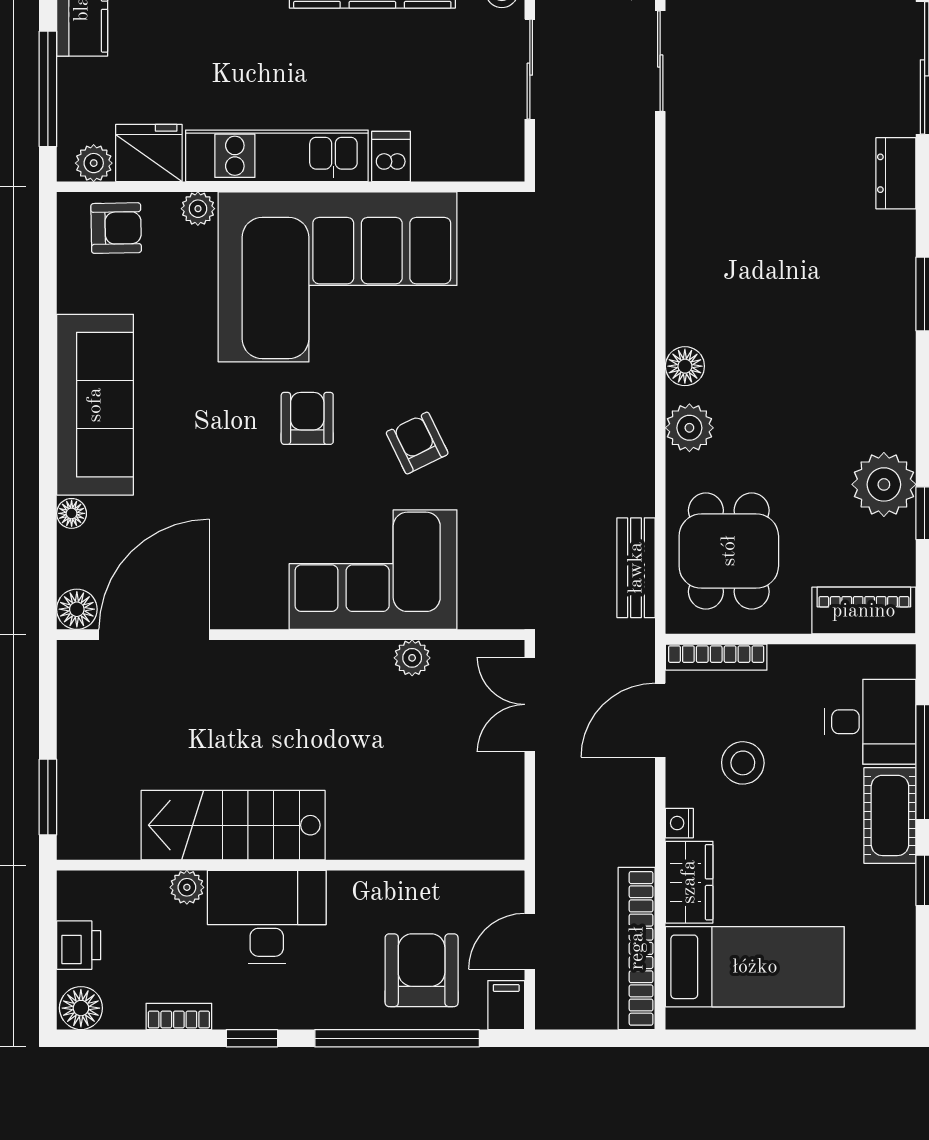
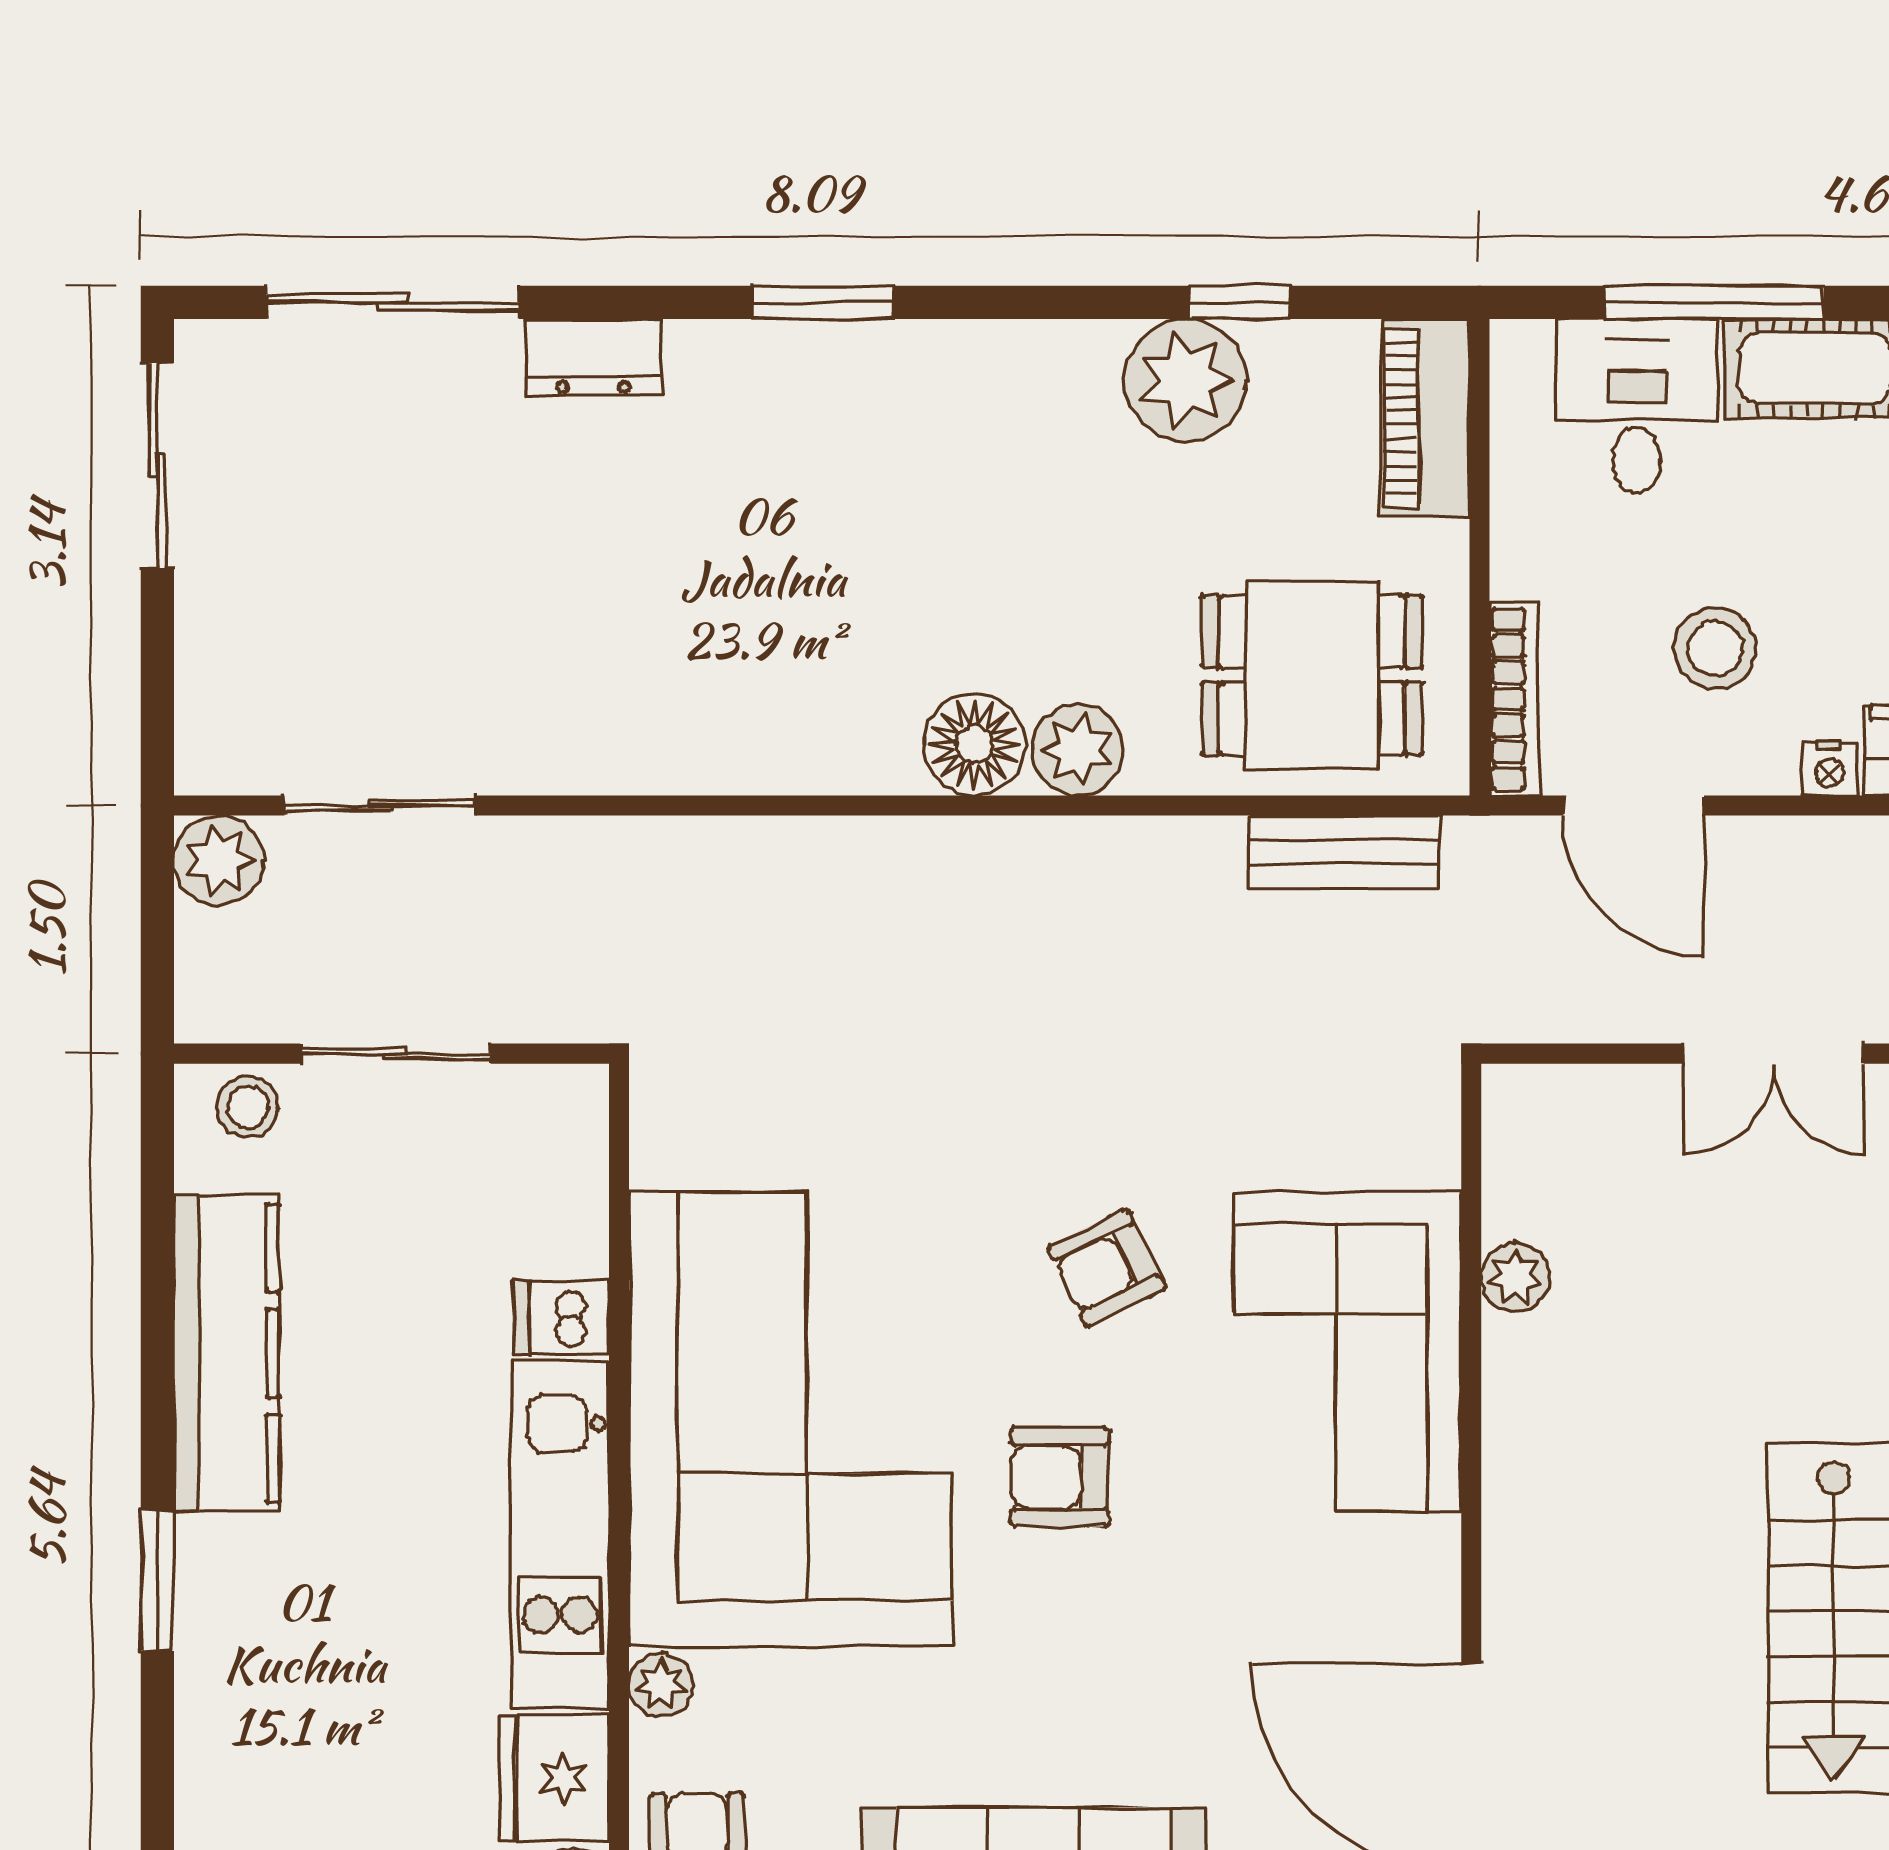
floor lamp: (685, 366) -> (974, 744), width x1.38, depth x1.38
double door: (530, 704) -> (1774, 1054), moved

